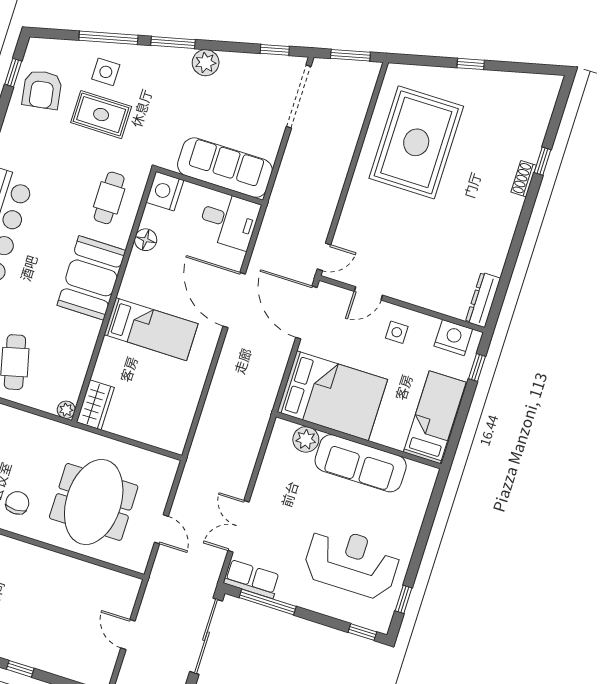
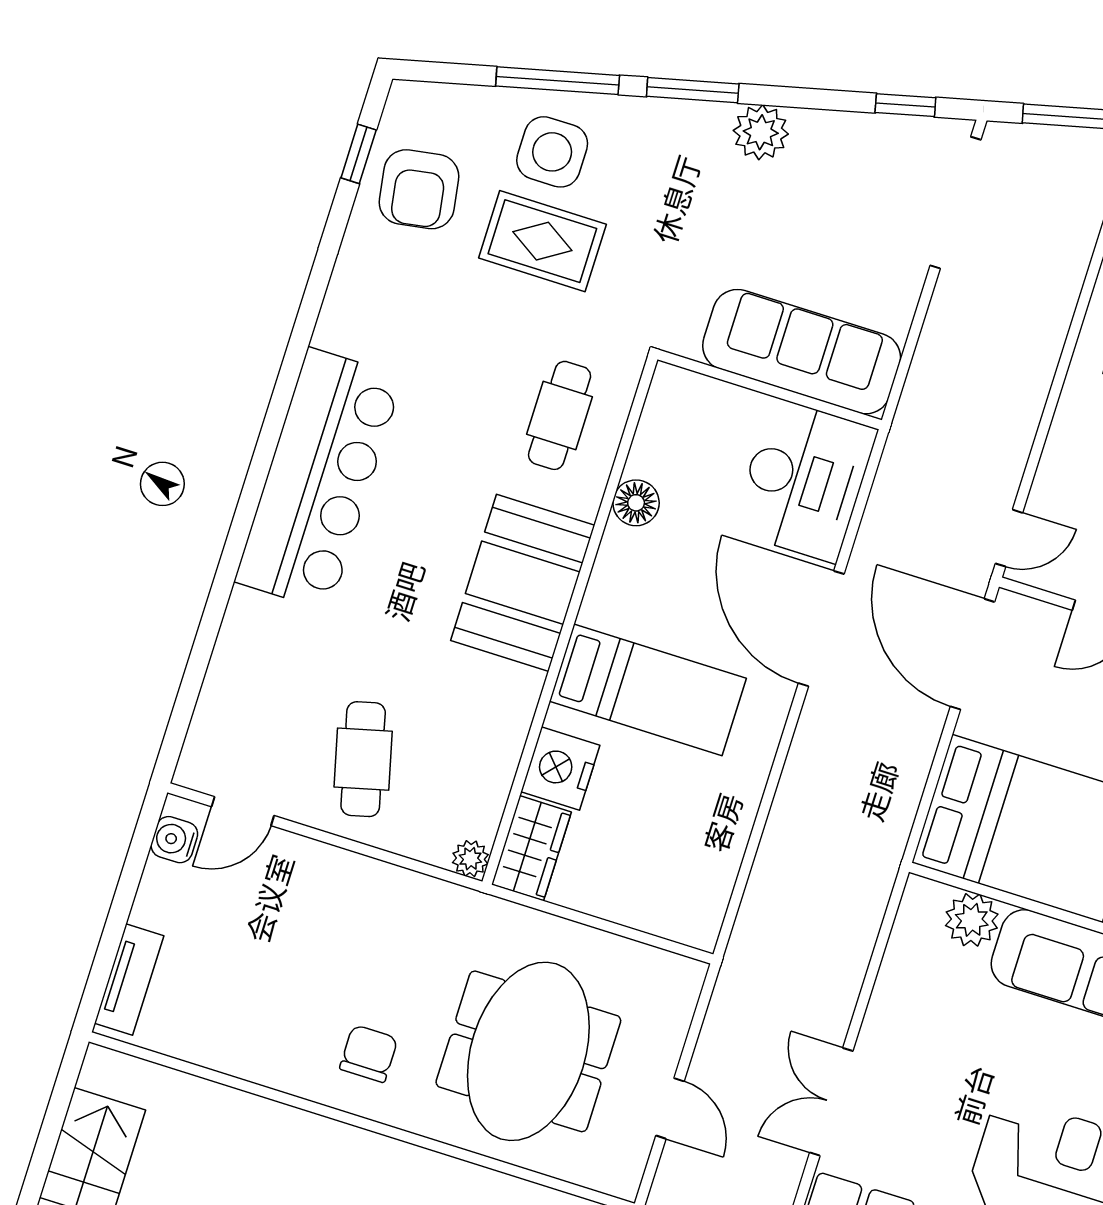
side table: (106, 72) -> (552, 152), width x1.37, depth x1.37
nightstand: (165, 191) -> (560, 768), moved
desk: (229, 220) -> (804, 480), width x1.37

